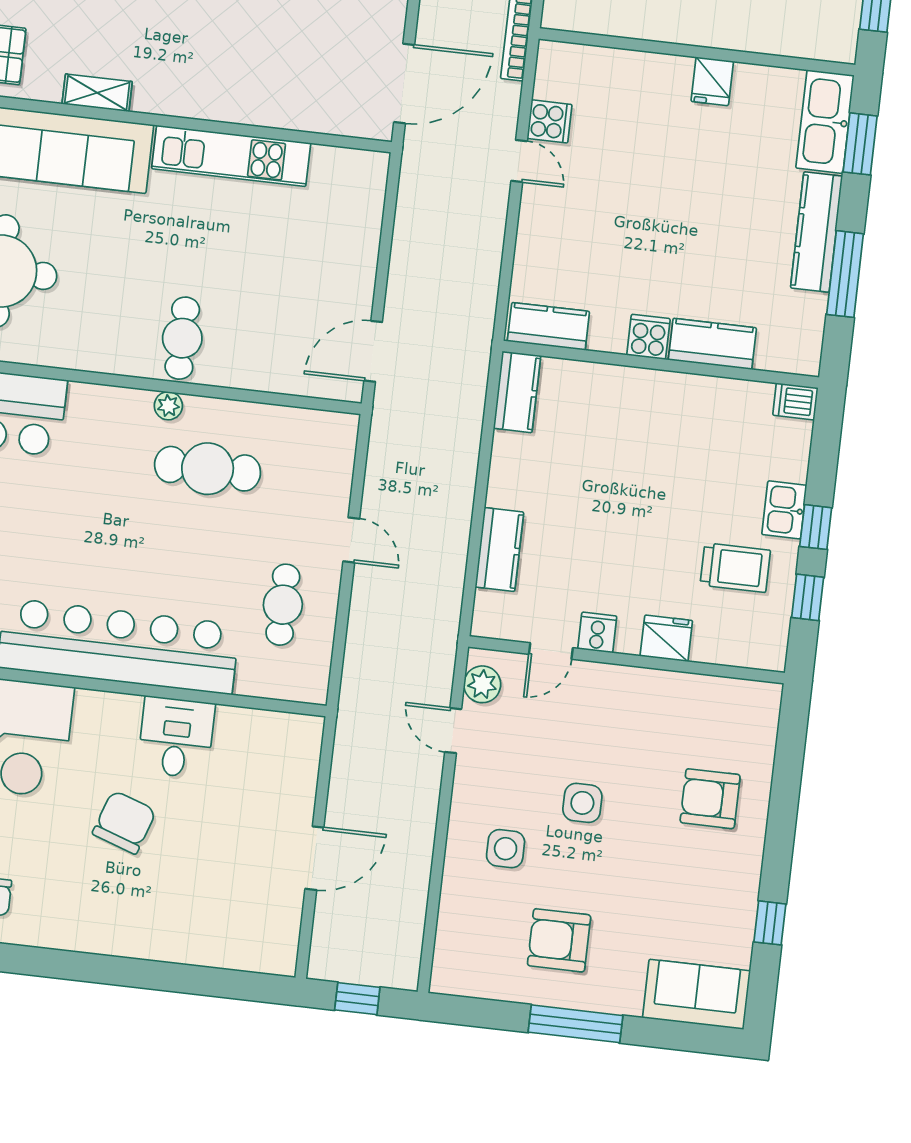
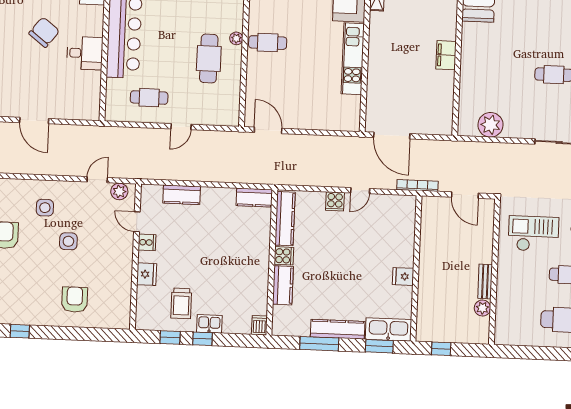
cooker: (549, 121) -> (335, 201), moved
kitchen counter: (548, 326) -> (285, 219), width x1.50
chair: (124, 822) -> (44, 32), turned -71

